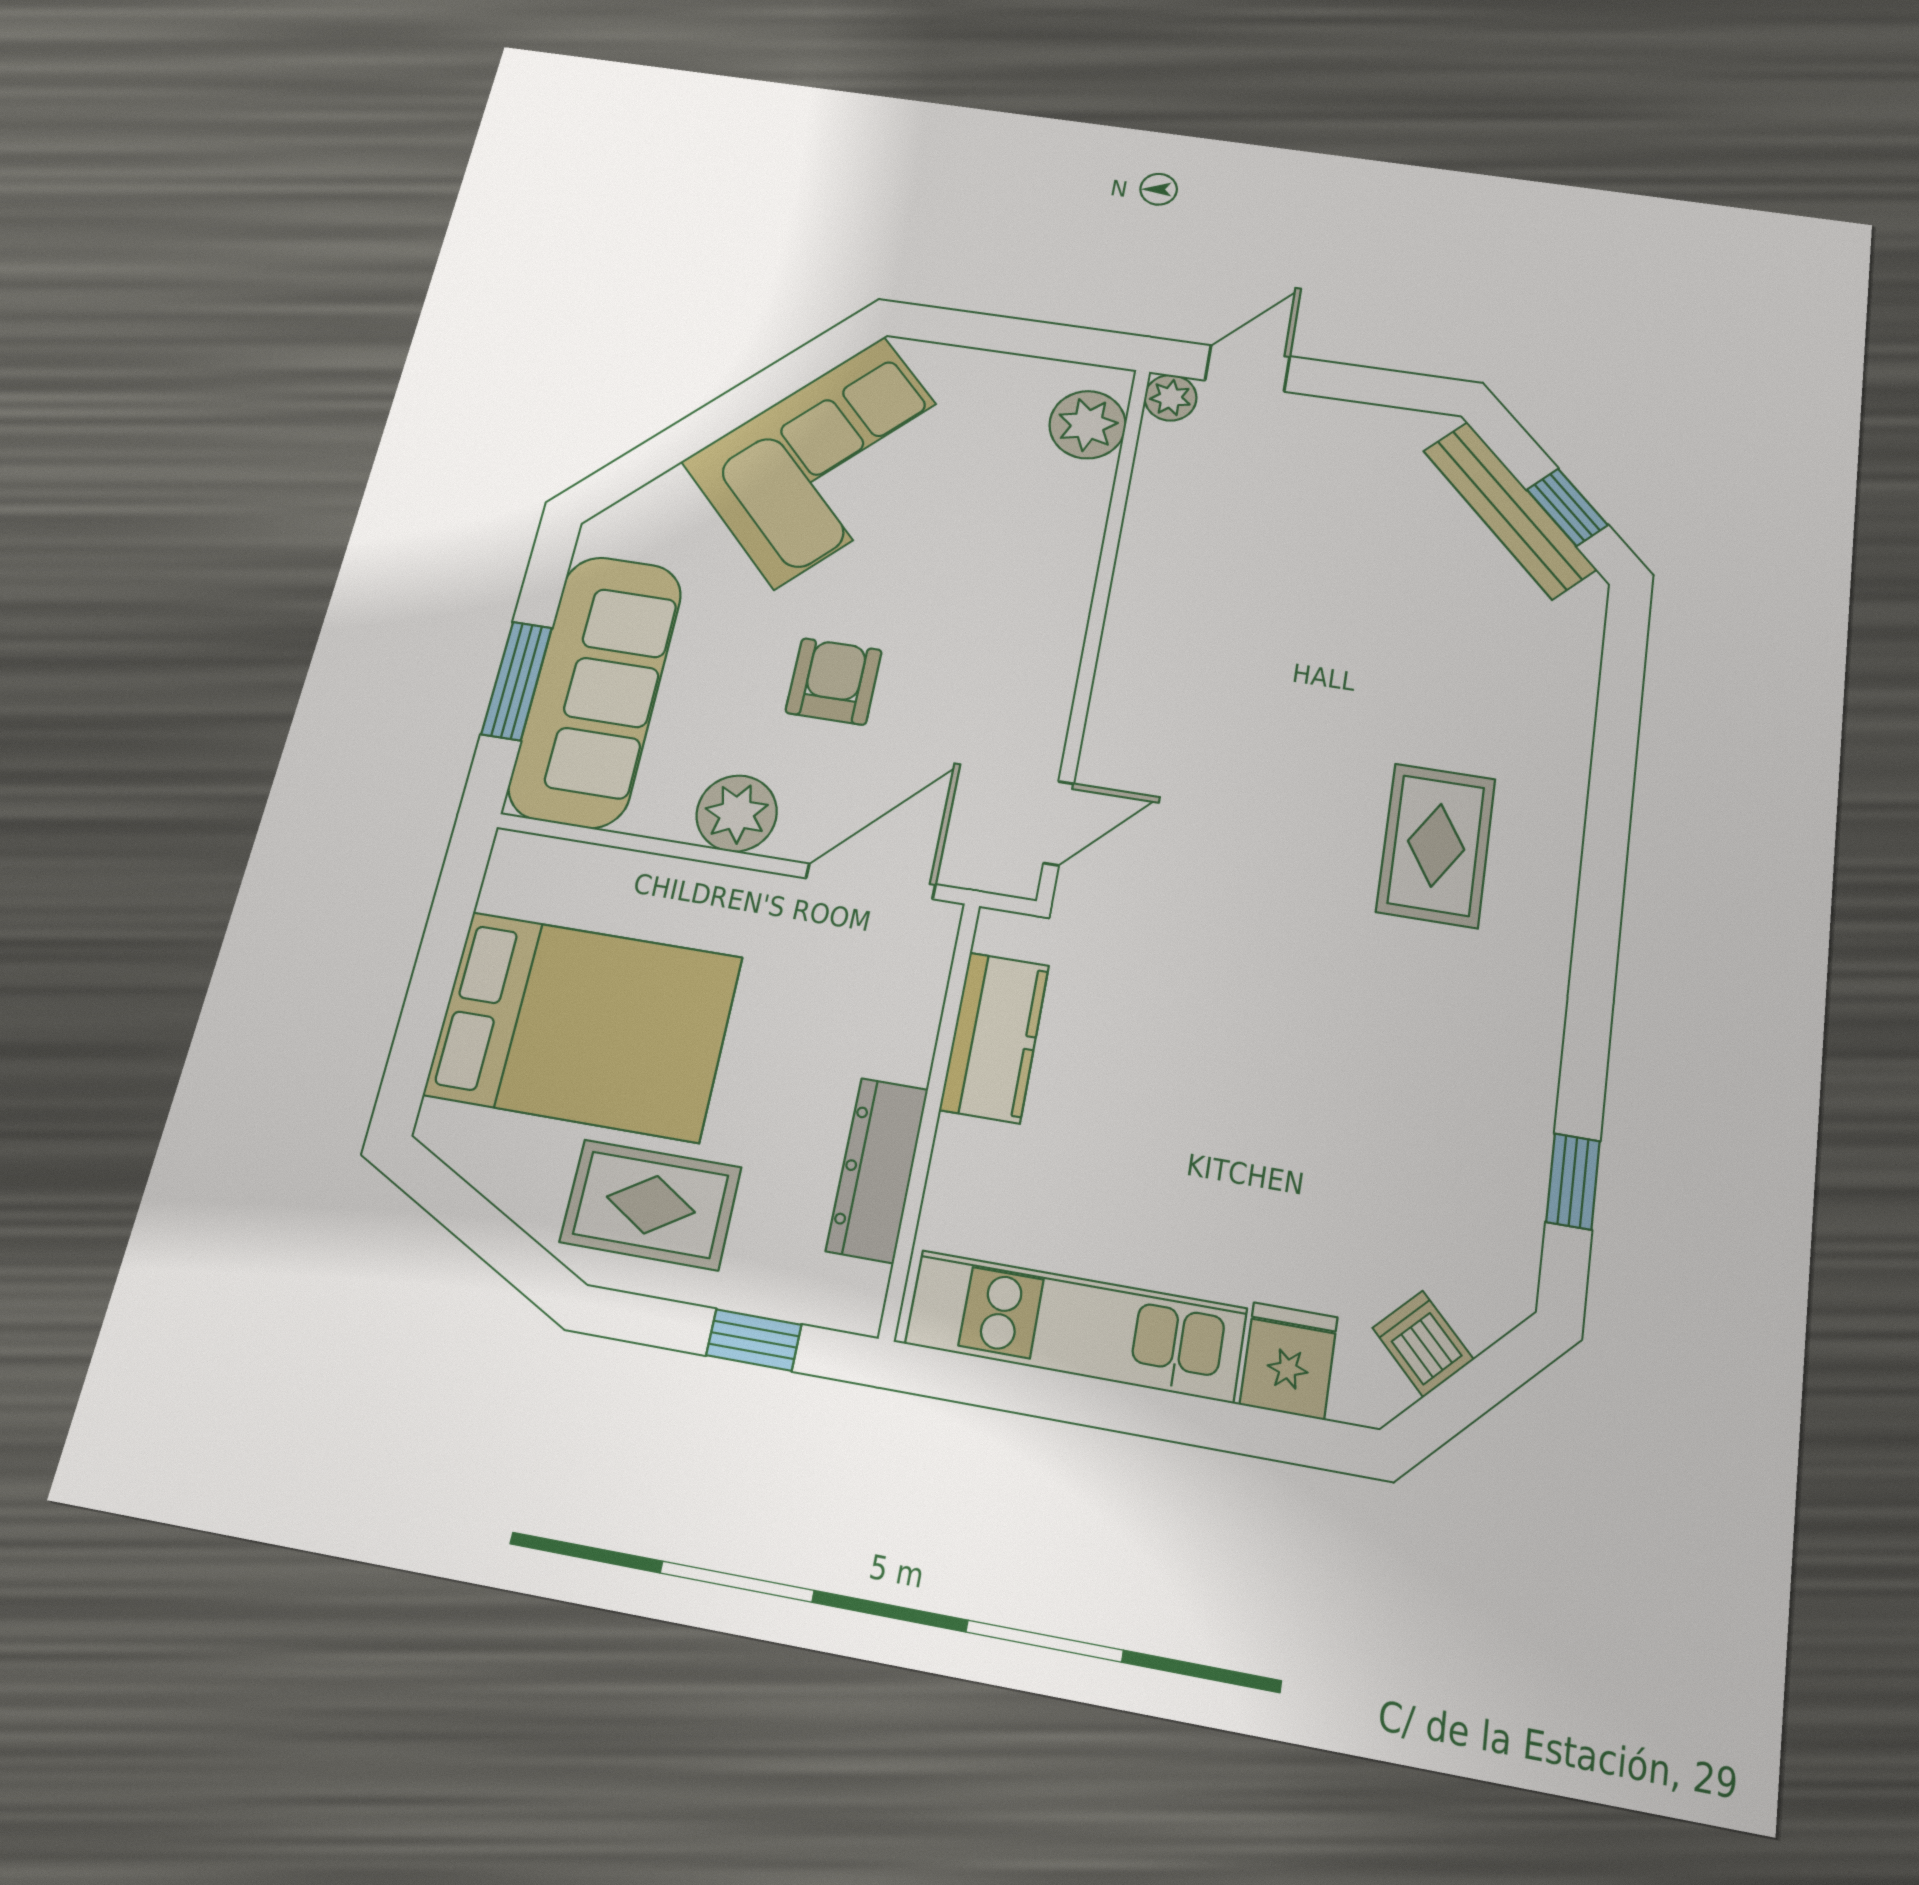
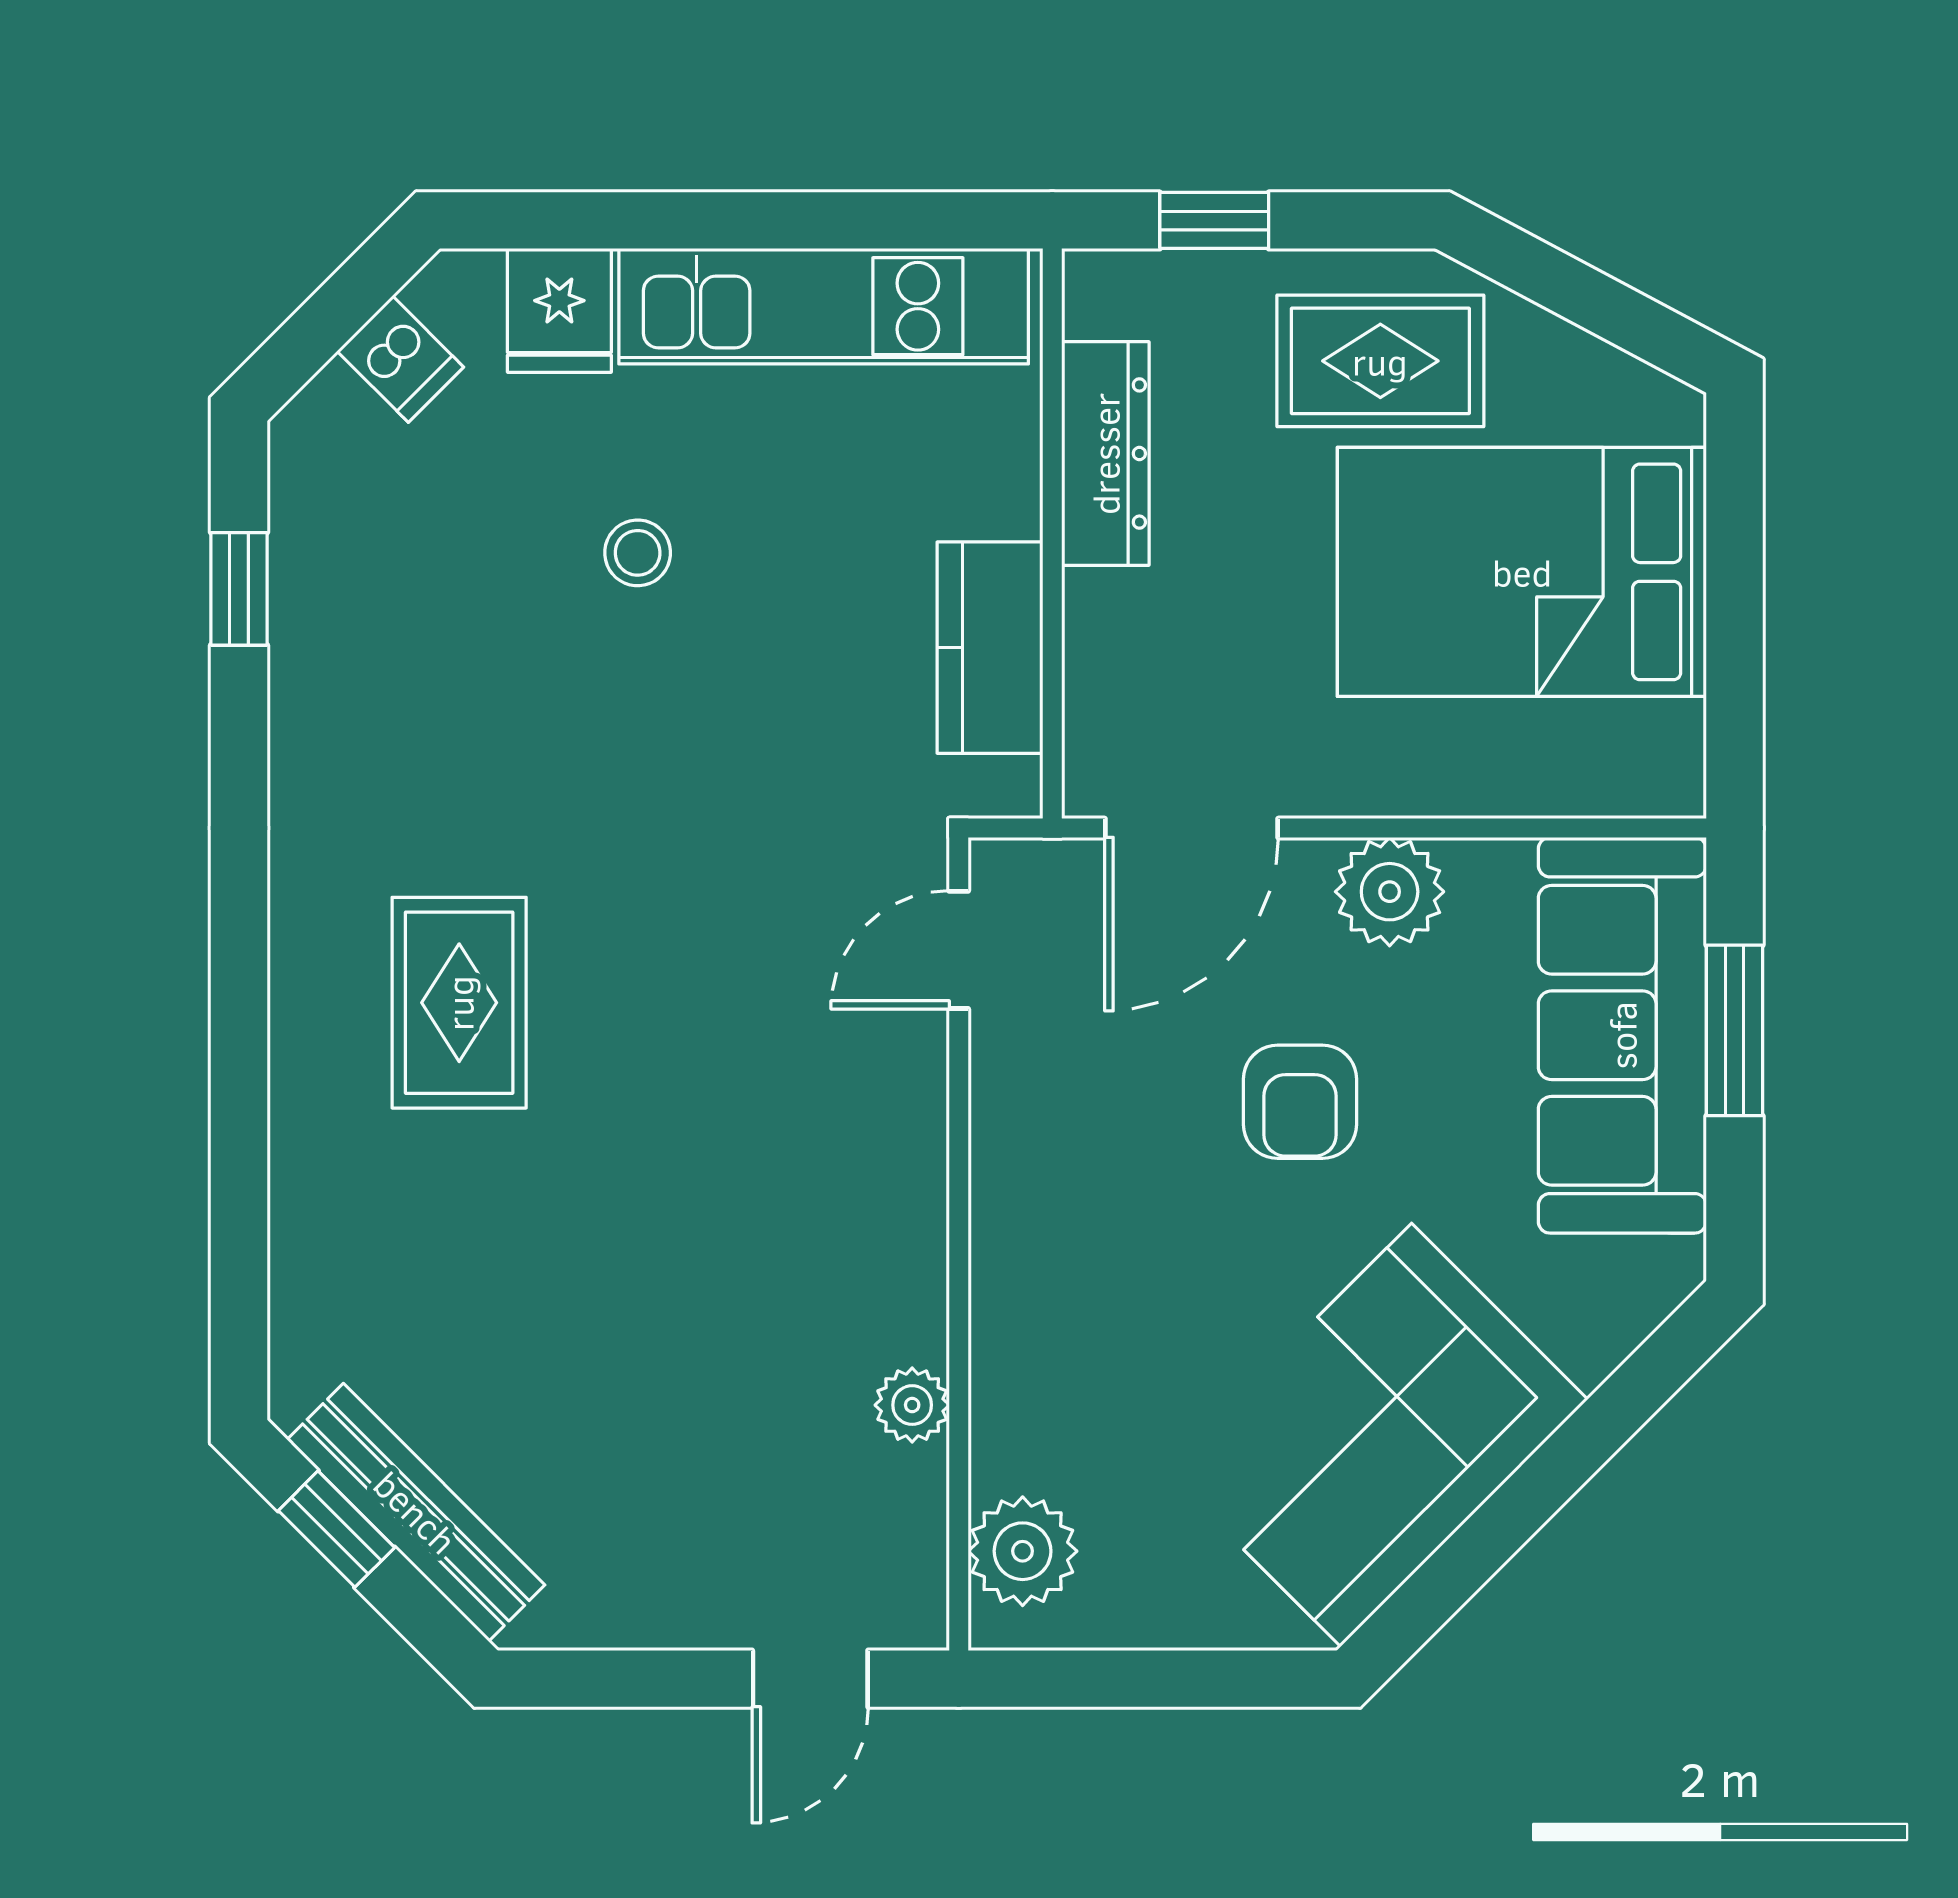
plant: (1171, 398) -> (912, 1405), moved
stool: (1254, 1156) -> (638, 553), added

